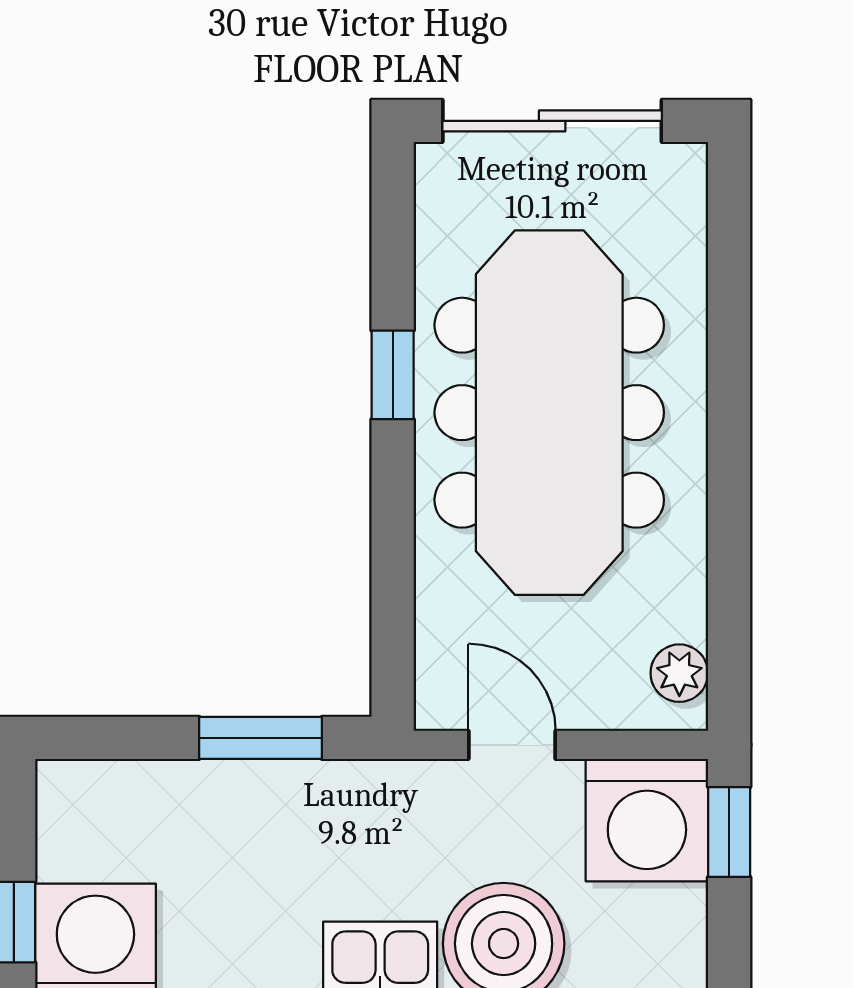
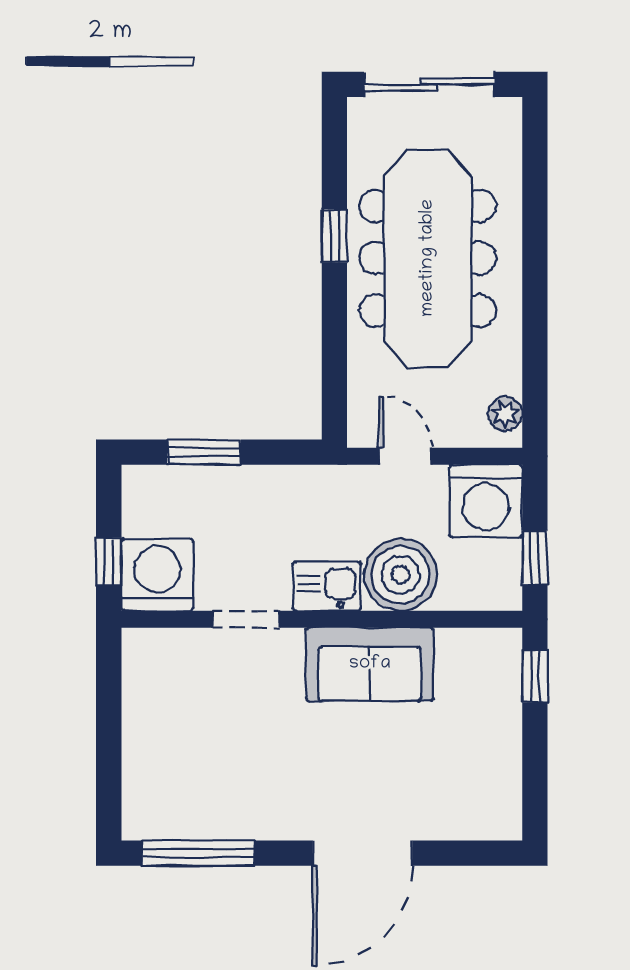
window: (260, 738) -> (204, 452), moved
window: (729, 832) -> (535, 558), moved

